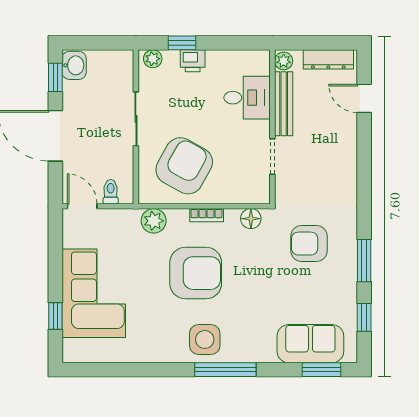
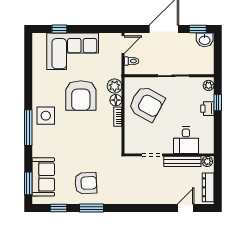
floor lamp: (251, 219) -> (116, 100), moved
armchair: (309, 244) -> (86, 183), moved, turned 87
armchair: (196, 273) -> (81, 96), moved

